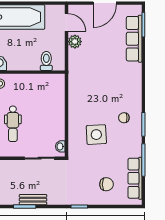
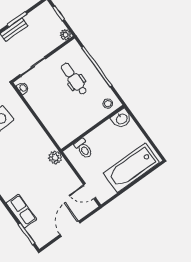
row of seats: (134, 39) -> (21, 211), width x0.68
plant: (75, 42) -> (55, 158), moved

